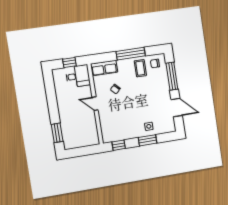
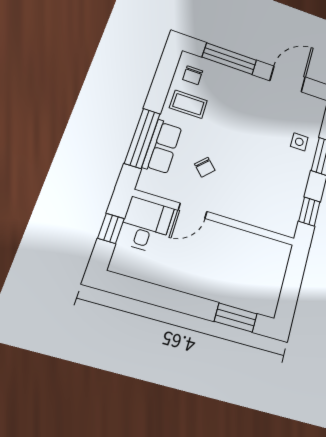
window: (131, 54) -> (142, 138), moved
row of seats: (104, 68) -> (162, 147), moved
door: (95, 104) -> (193, 211), moved

